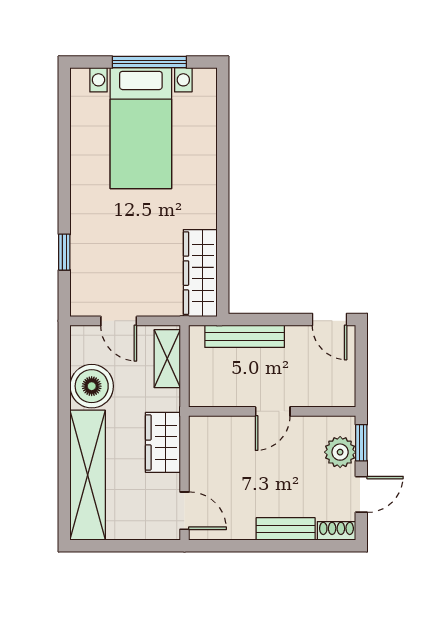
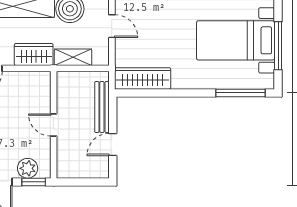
window: (223, 121) -> (241, 93), added
door: (330, 319) -> (113, 145), moved
door: (119, 321) -> (112, 26), swing flipped
shelving: (167, 359) -> (73, 57), moved

